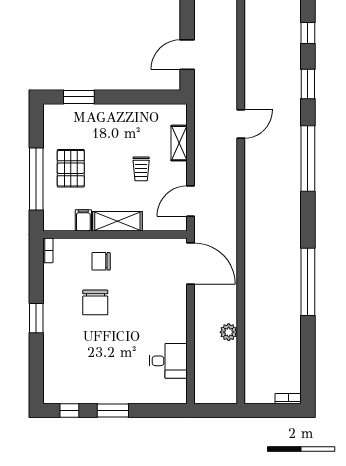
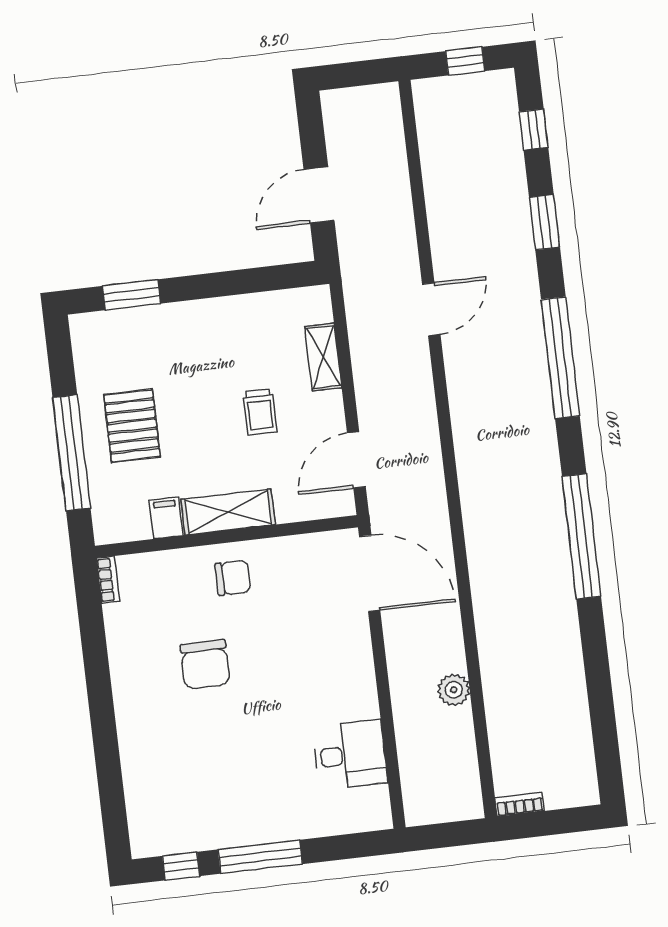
chair: (101, 261) -> (233, 578), moved, turned 180
window: (308, 282) -> (581, 536), moved
window: (36, 318) -> (101, 705), removed
bookcase: (288, 399) -> (520, 804), moved
window: (113, 410) -> (260, 857), width x1.44

